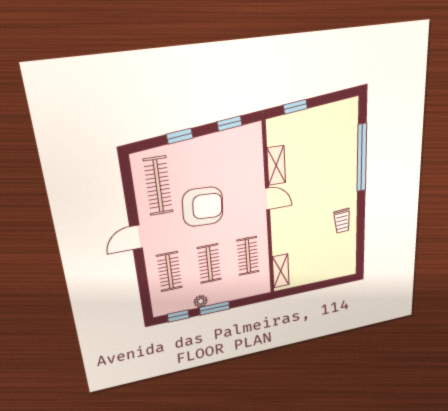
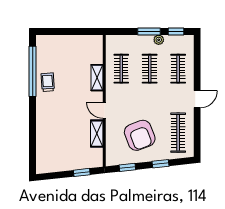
window: (362, 158) -> (33, 71), moved
armchair: (203, 207) -> (140, 135), moved, turned -114
shelving: (281, 271) -> (97, 78), moved

